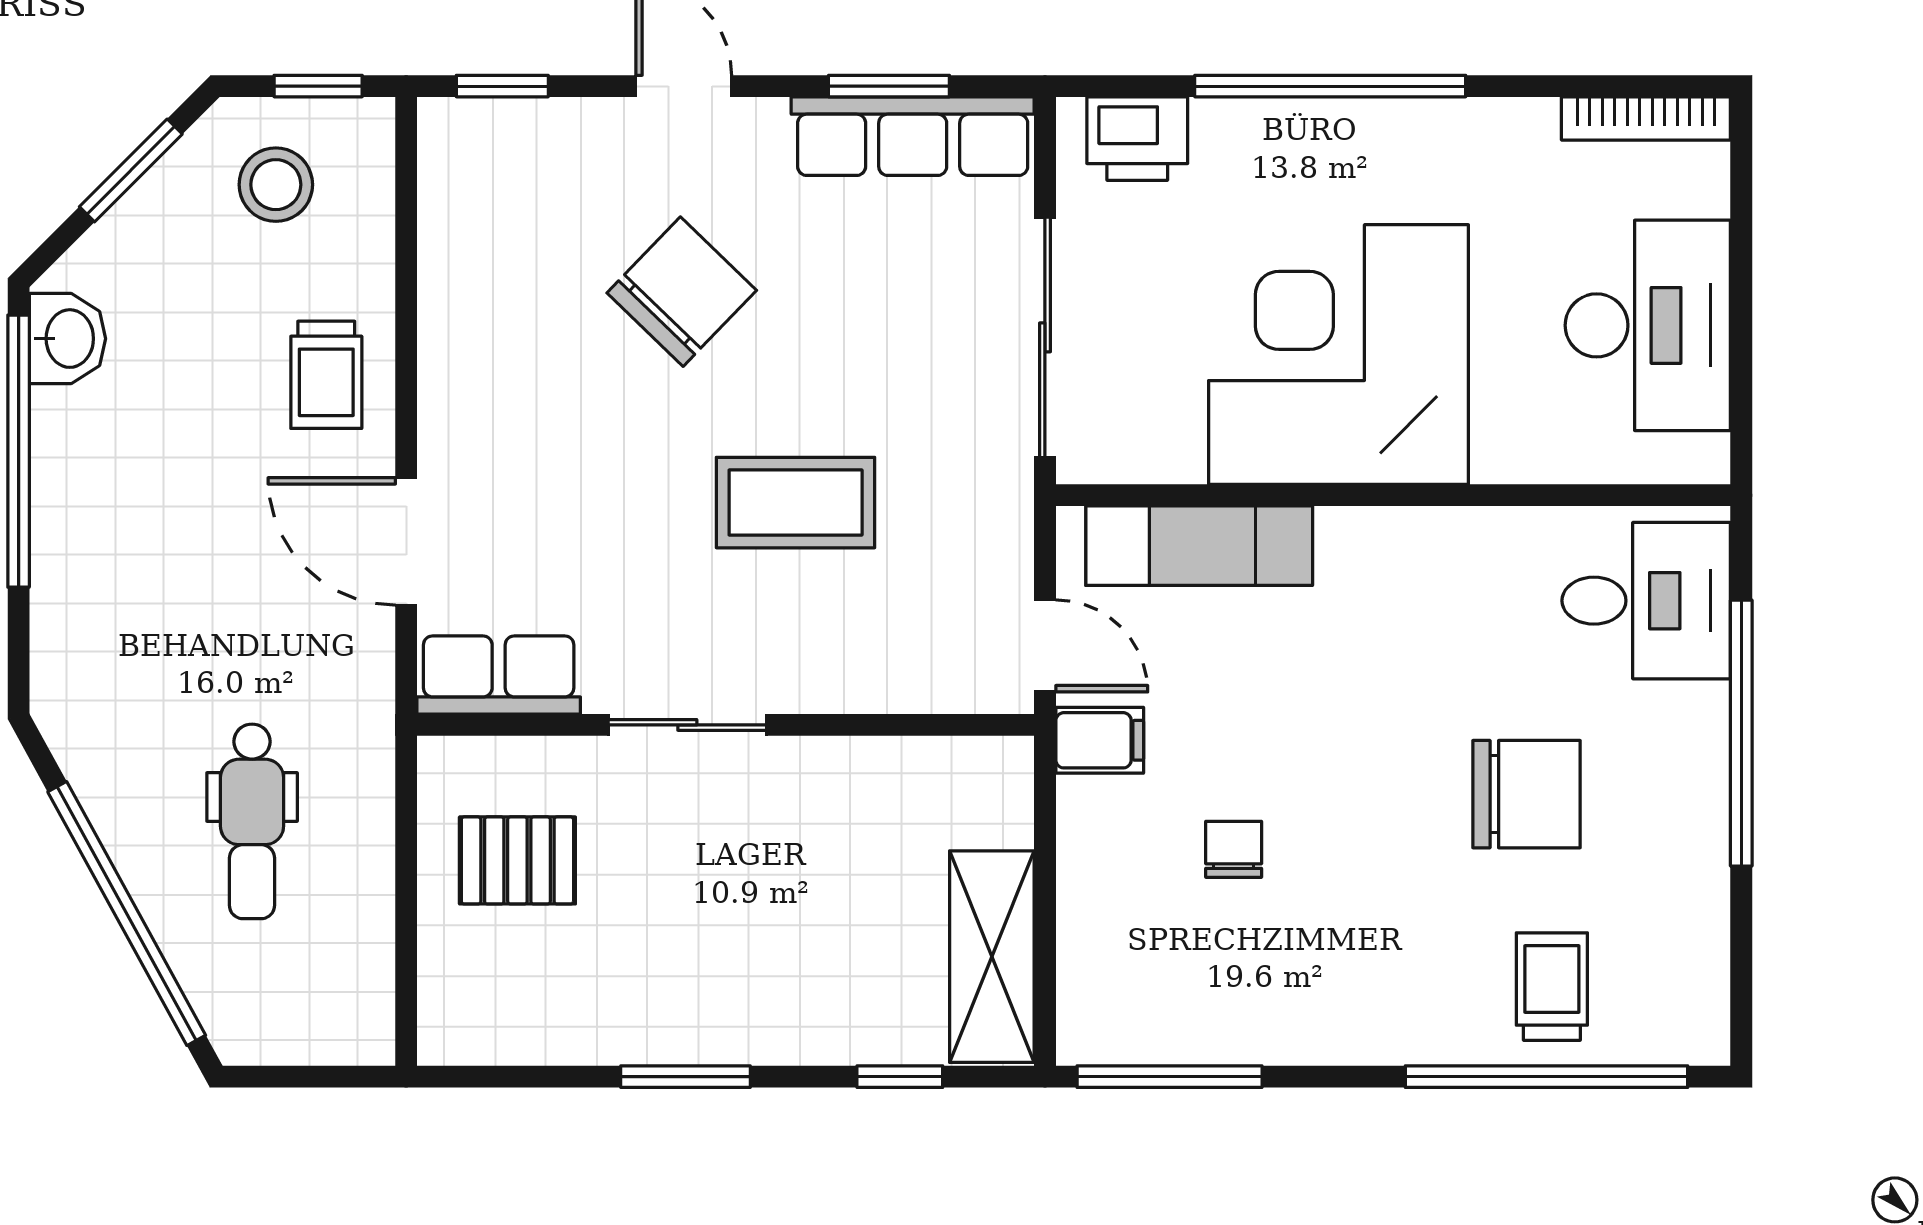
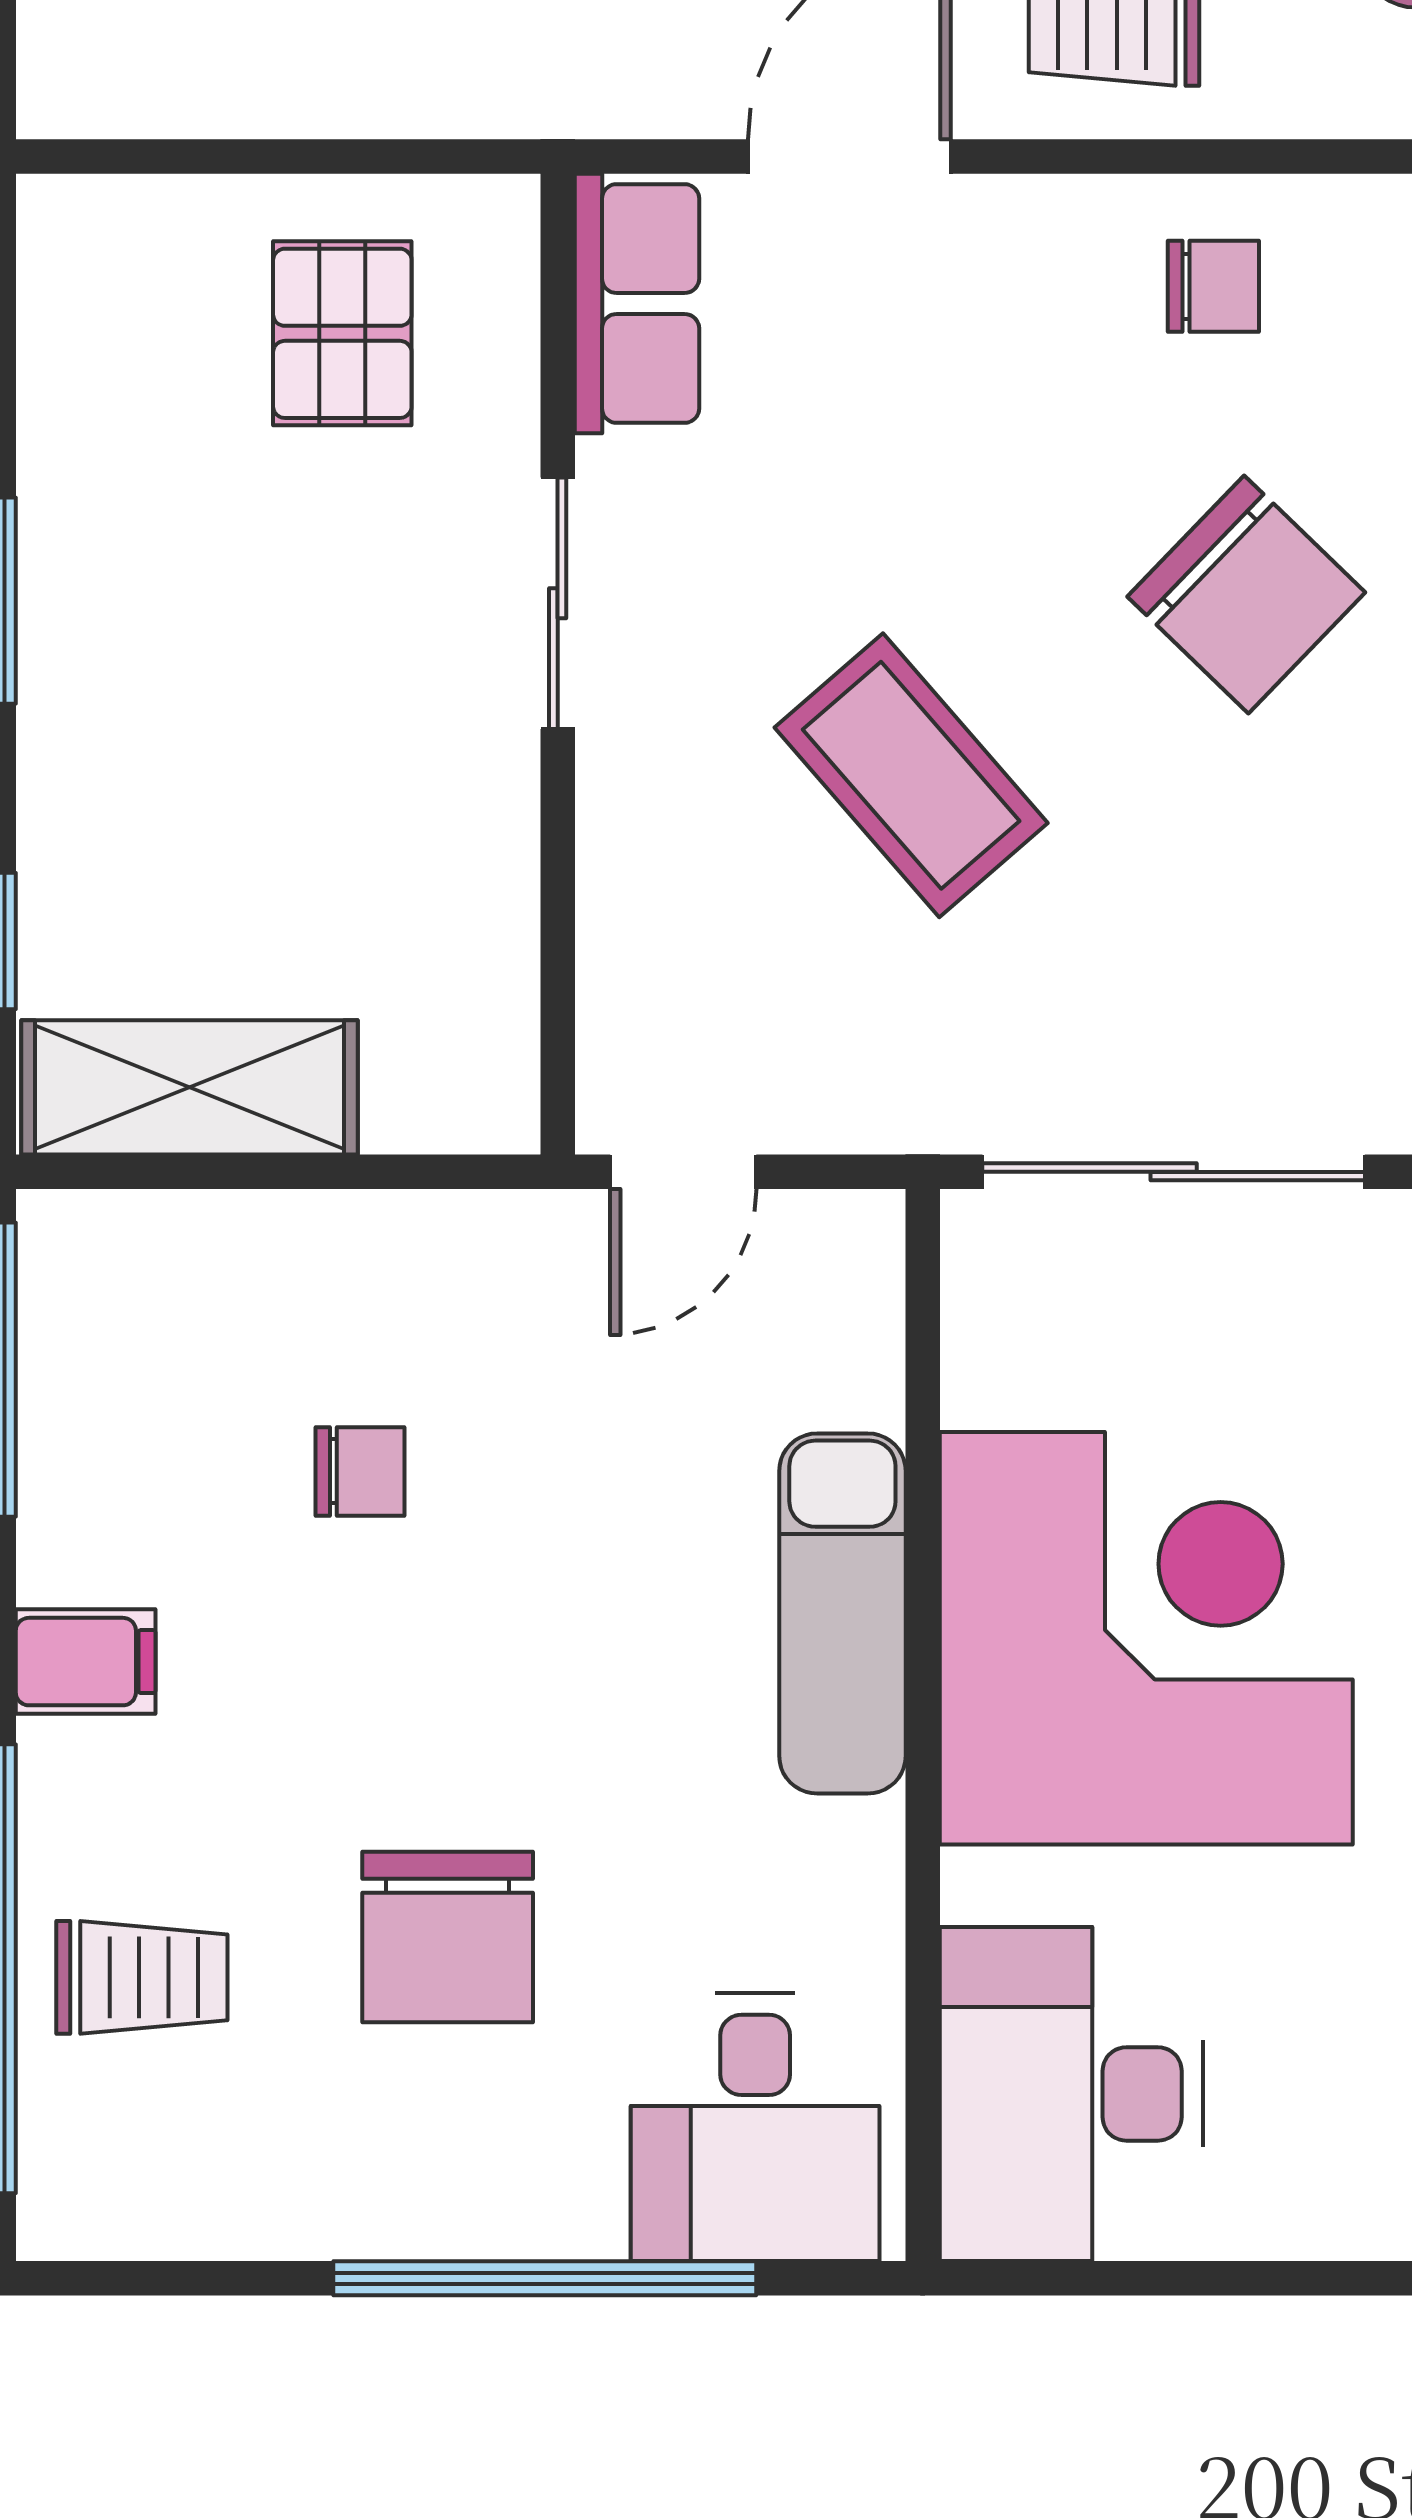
chair: (488, 312) -> (1213, 286), added
desk: (1648, 325) -> (1071, 2094), moved, turned 90
coffee table: (796, 503) -> (911, 775), turned -41
exam couch: (1199, 546) -> (842, 1613), moved
filing cabinet: (1100, 740) -> (86, 1662), moved, turned -90

